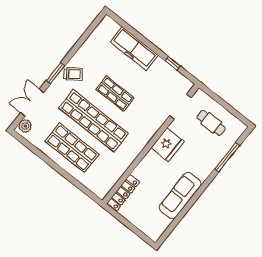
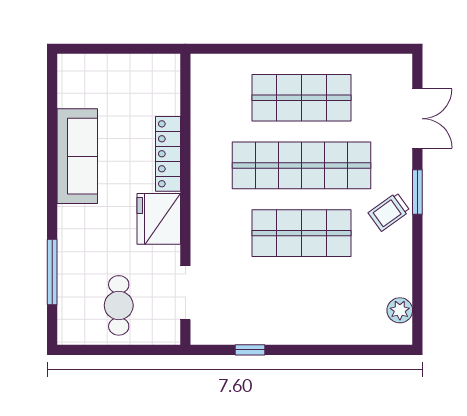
freezer: (134, 48) -> (327, 326), removed
shop shelf: (115, 94) -> (301, 233), width x1.43, depth x1.36
cafe table: (211, 123) -> (119, 305), turned 90
plant: (25, 126) -> (400, 310), moved
locker: (123, 193) -> (168, 154), moved

